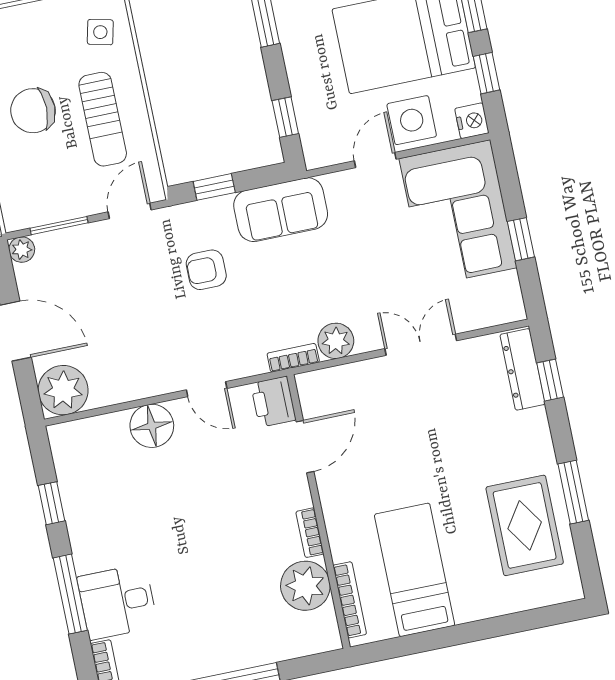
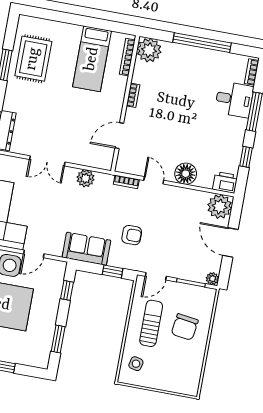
chair: (33, 111) -> (185, 327), moved, turned 98
bookcase: (293, 358) -> (126, 182), moved
printer: (273, 402) -> (225, 182), moved, turned -90
plant: (305, 586) -> (149, 50), moved

